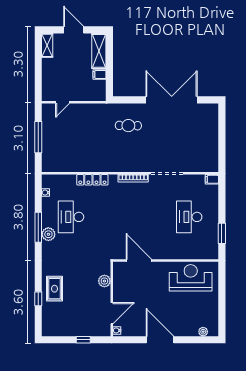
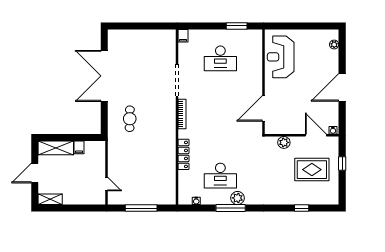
rug: (54, 289) -> (312, 170), moved, width x1.36, depth x1.43

